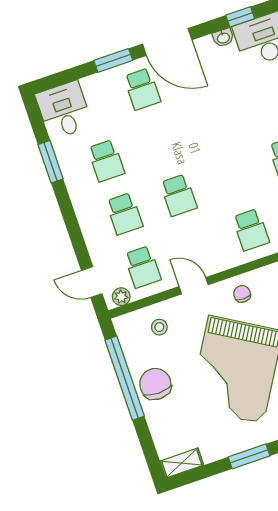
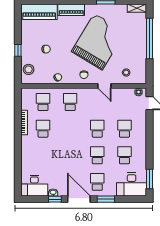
window: (240, 17) -> (55, 199), moved
desk: (64, 110) -> (132, 184), width x1.37
window: (51, 162) -> (150, 179), moved
school desk: (143, 267) -> (97, 155), moved
window: (125, 378) -> (150, 39), moved
chair: (155, 384) -> (137, 48), removed

